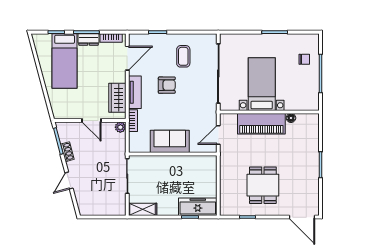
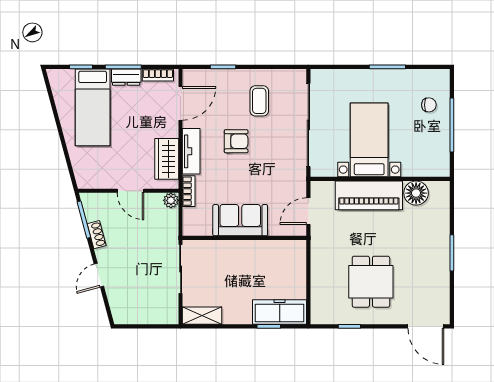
floor lamp: (291, 118) -> (416, 193), width x1.89, depth x1.89

